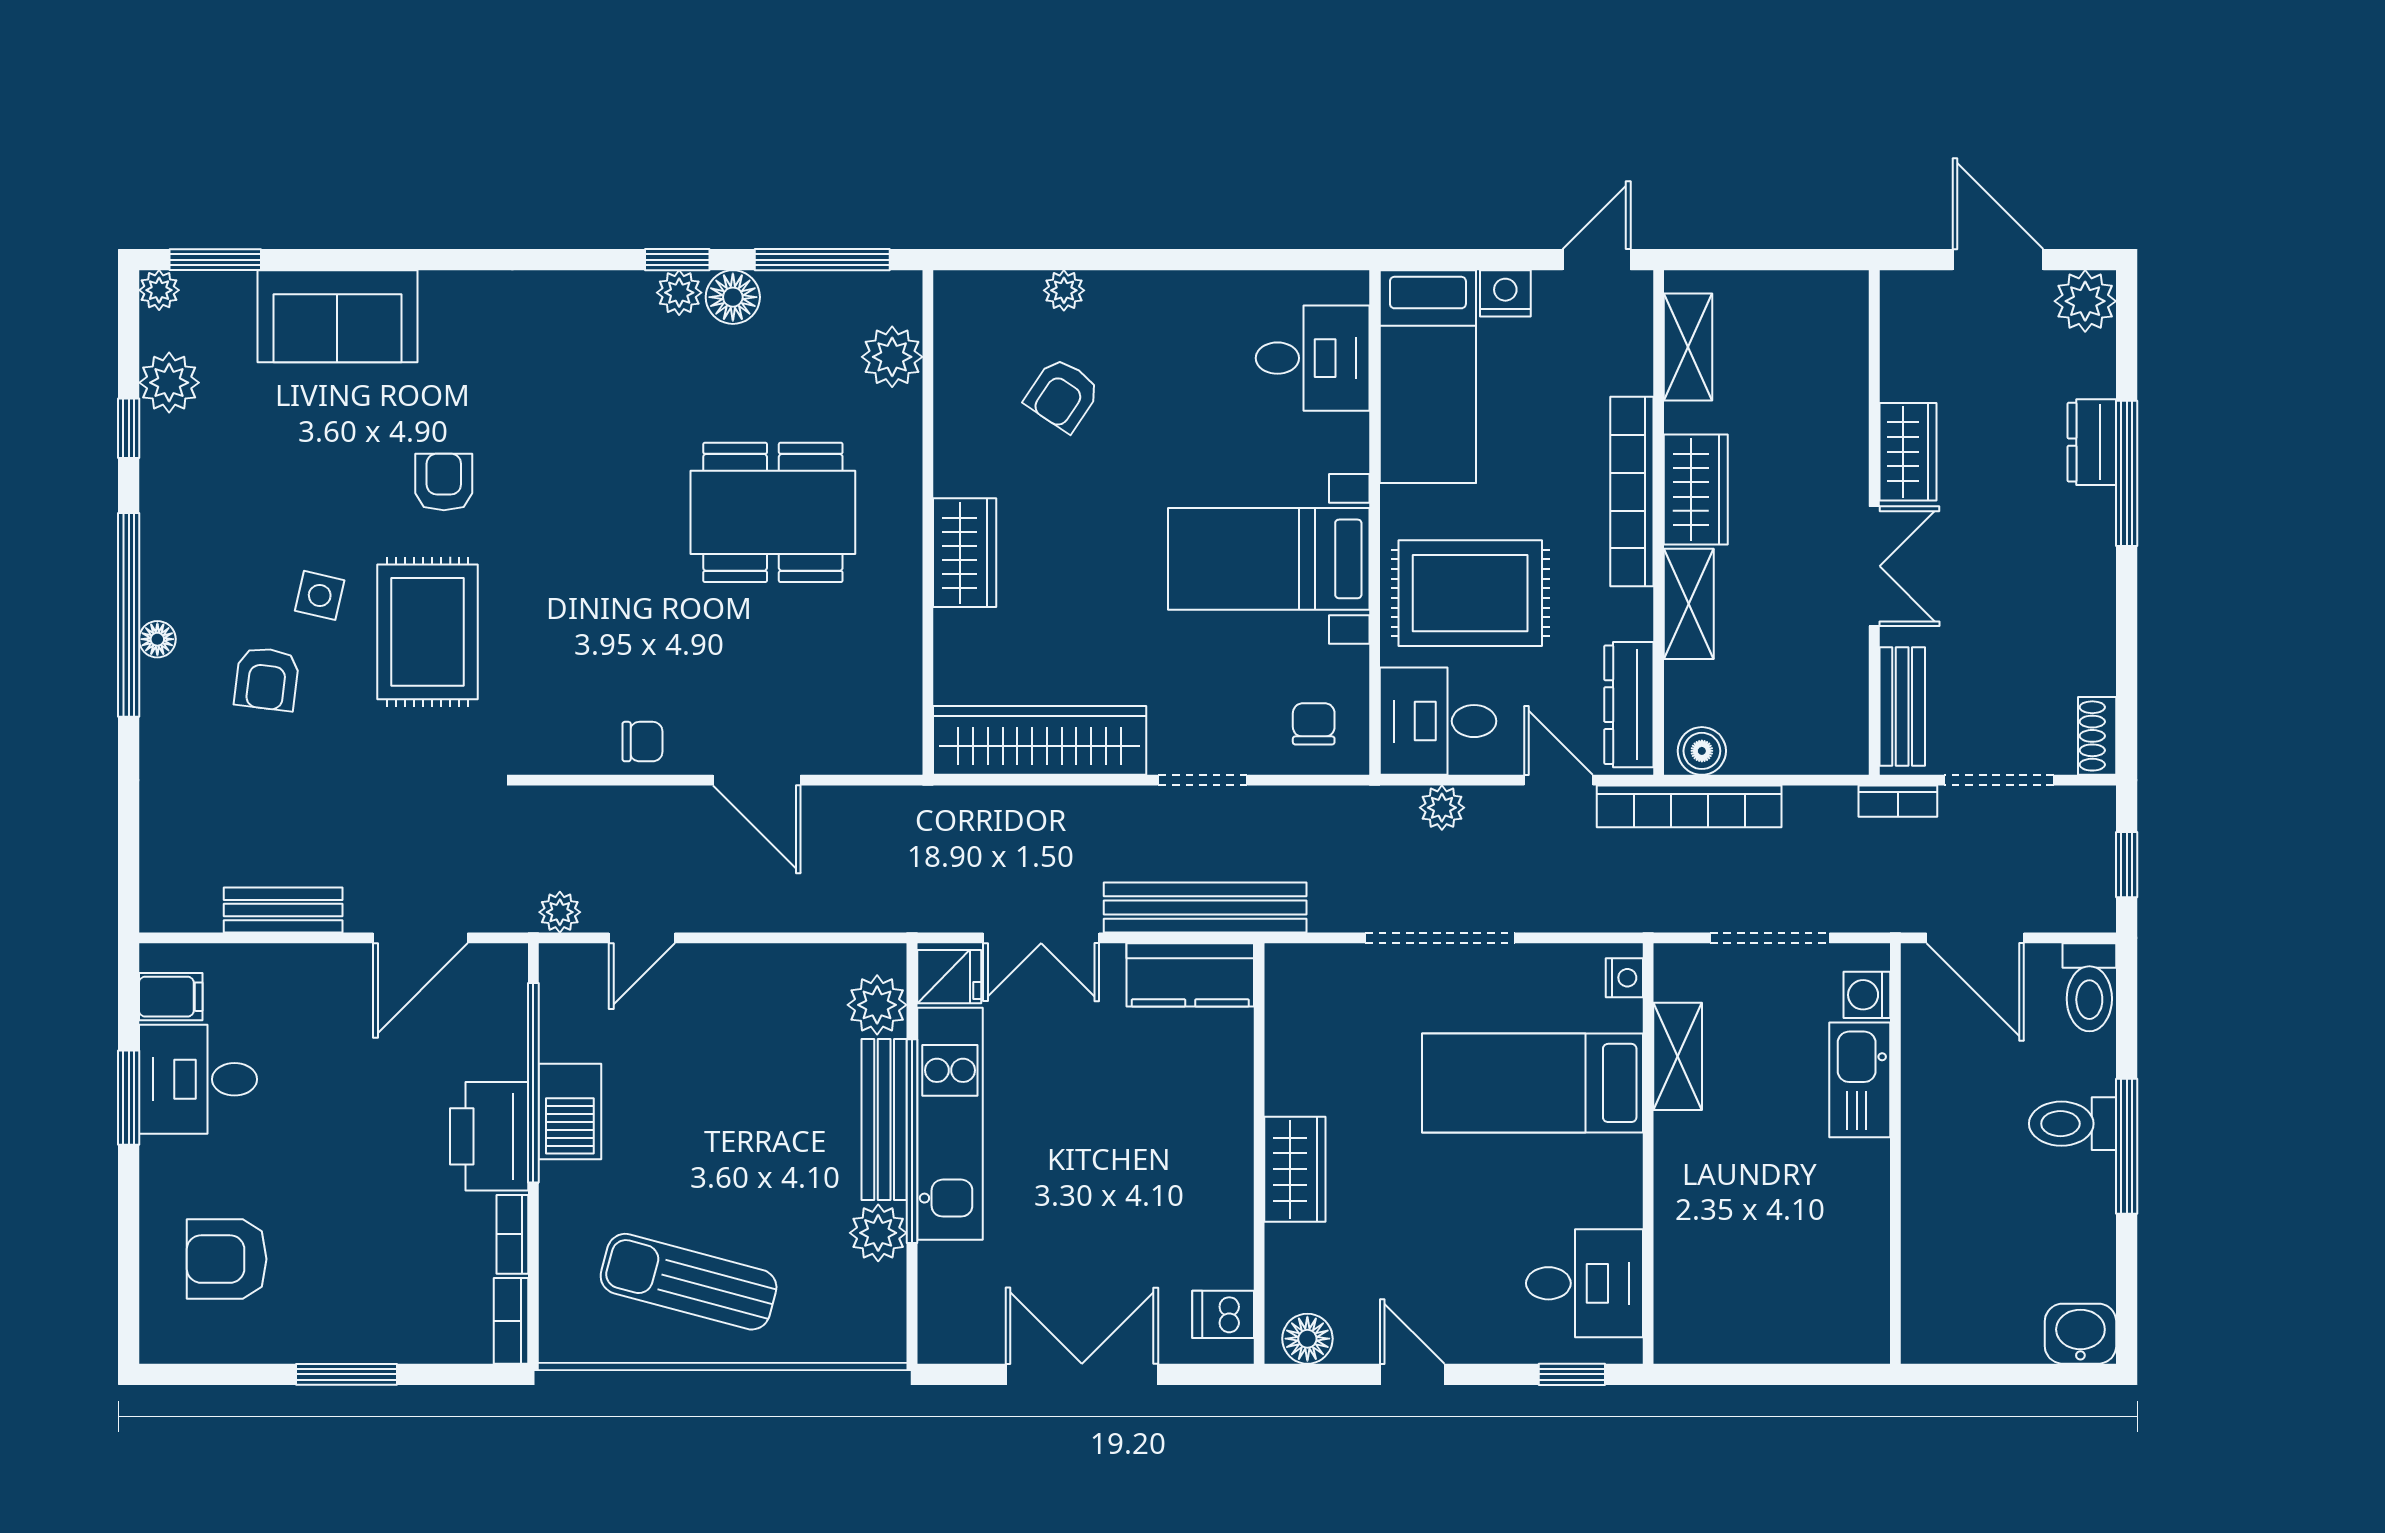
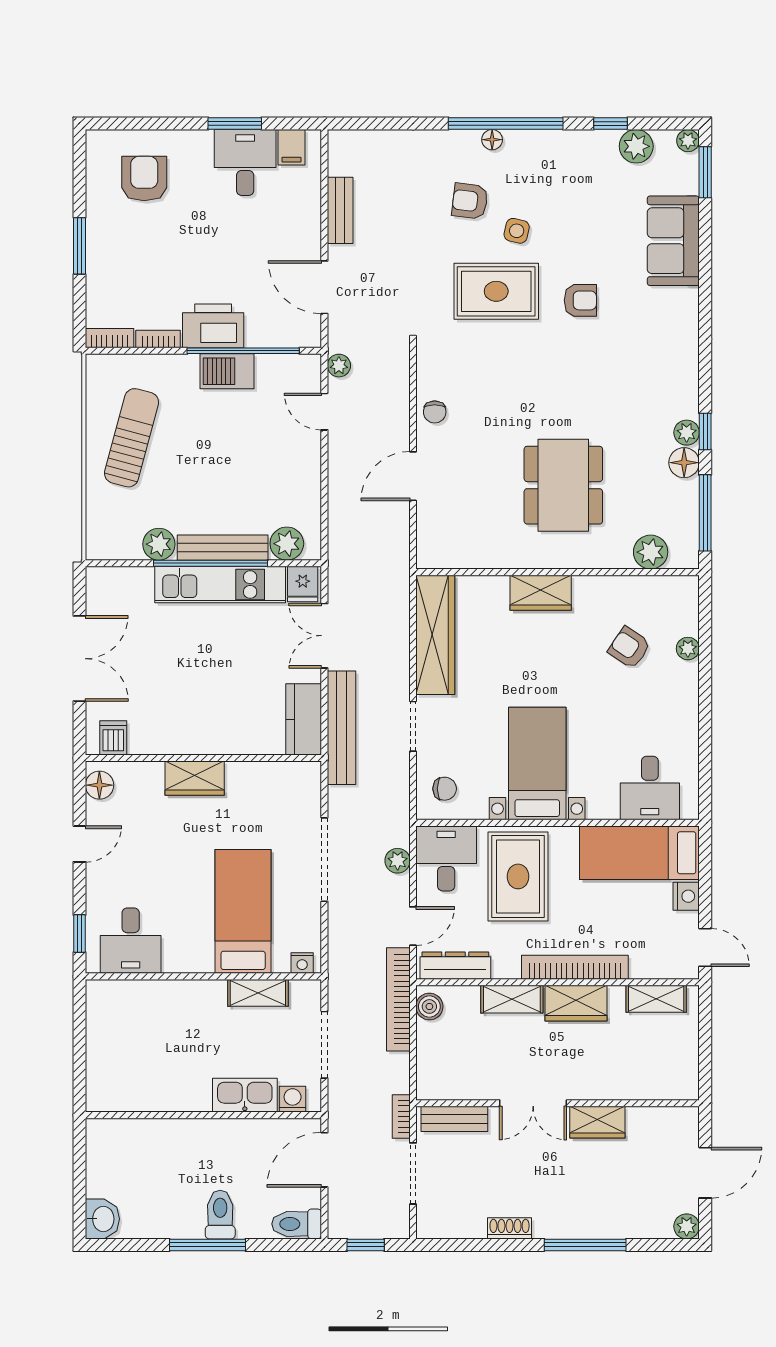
plant: (2085, 301) -> (687, 1226), width x0.73, depth x0.73
dresser: (2092, 442) -> (603, 1225), removed
shoe rack: (2097, 736) -> (510, 1228), moved

